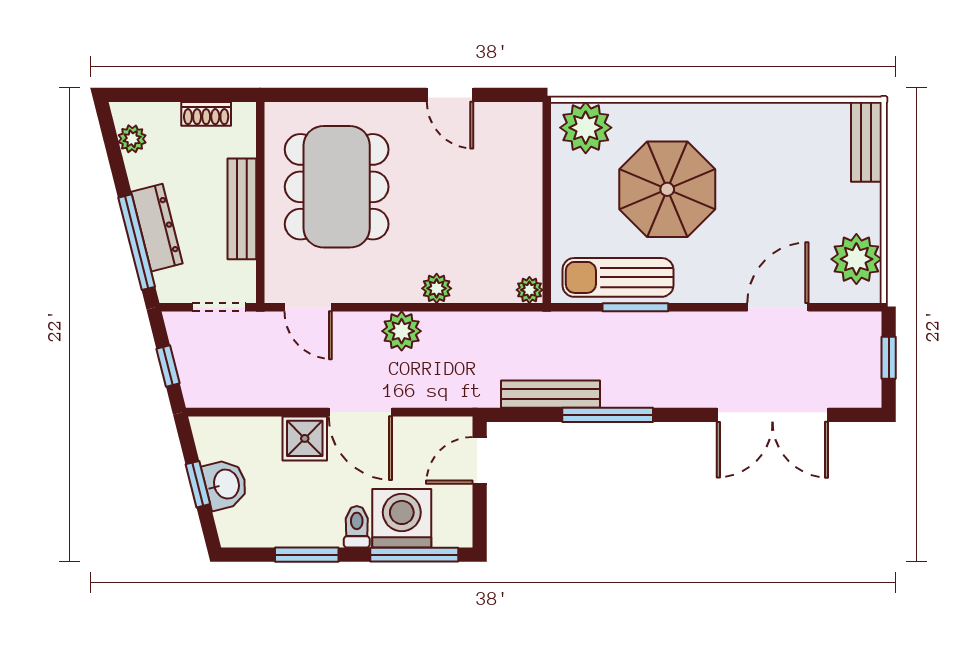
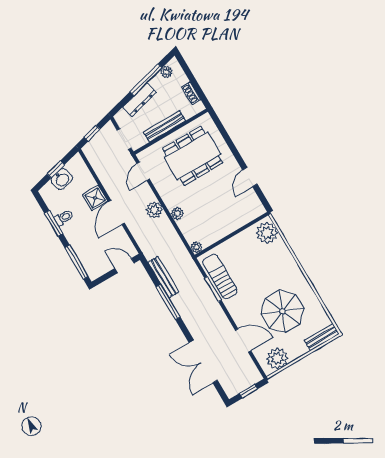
parasol: (667, 189) -> (282, 311), moved
window: (137, 242) -> (146, 80), moved
washing machine: (402, 518) -> (87, 250), removed
toilet: (357, 527) -> (64, 218), moved

